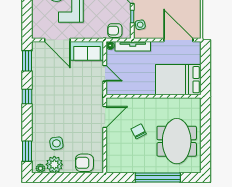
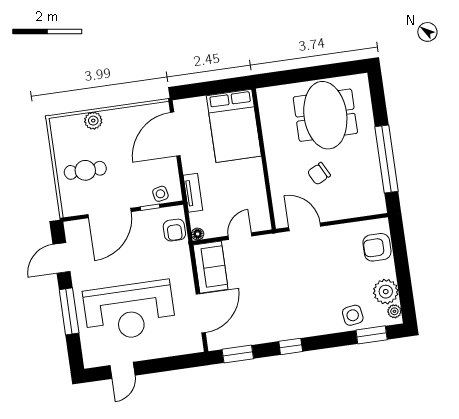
tv unit: (133, 46) -> (193, 193), width x0.71
meeting table: (177, 141) -> (325, 115), turned 90
side table: (56, 143) -> (353, 315), moved
armchair: (84, 163) -> (377, 247), turned 90
window: (158, 177) -> (387, 159), moved

